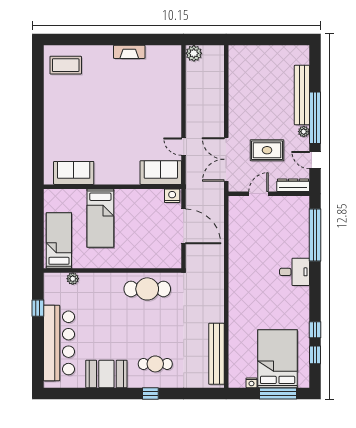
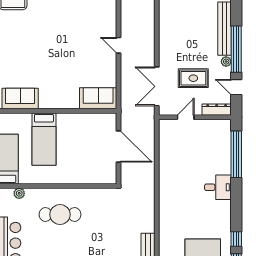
door: (184, 147) -> (118, 45), moved
nightstand: (172, 196) -> (108, 119), removed
cafe table: (147, 289) -> (60, 214), moved

